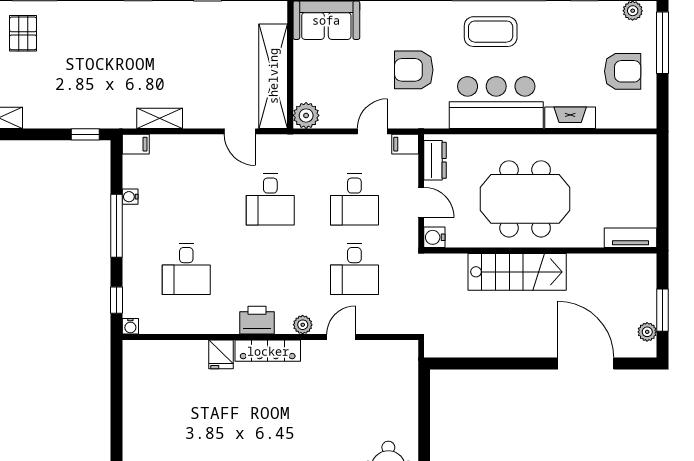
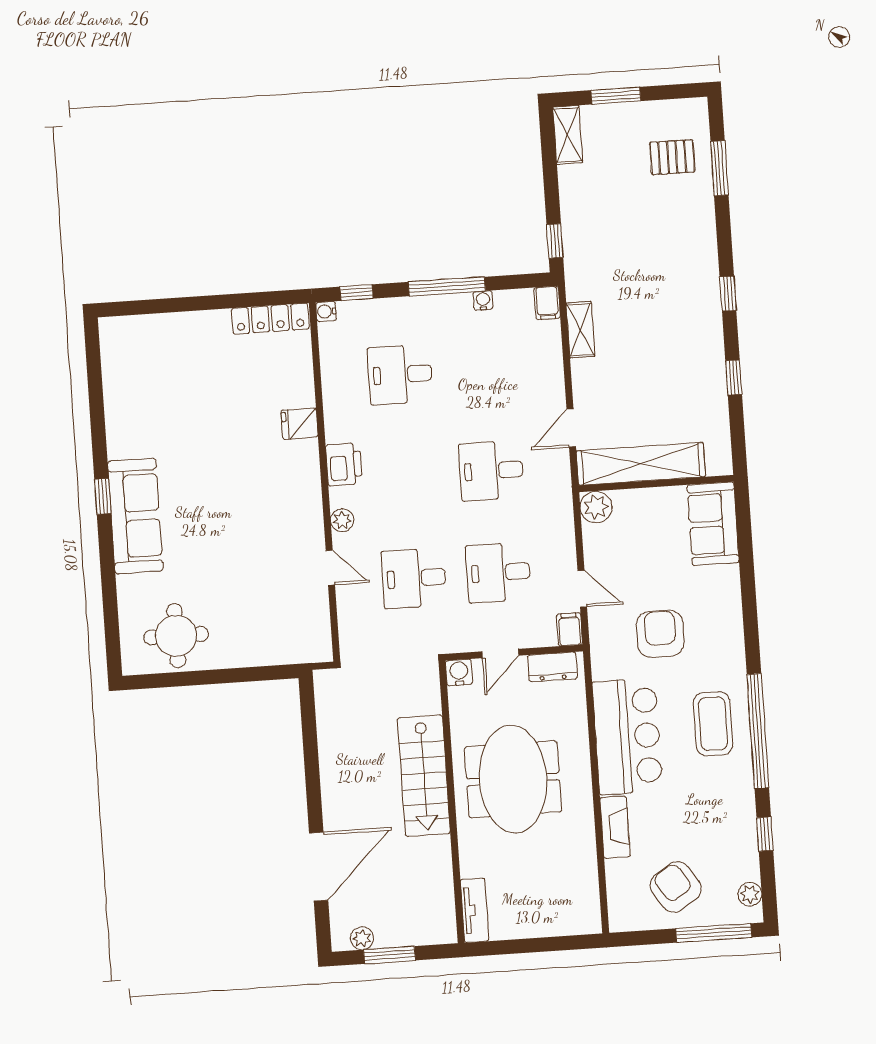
armchair: (623, 71) -> (676, 887), turned 147
locker: (268, 351) -> (270, 319), moved, turned -90

